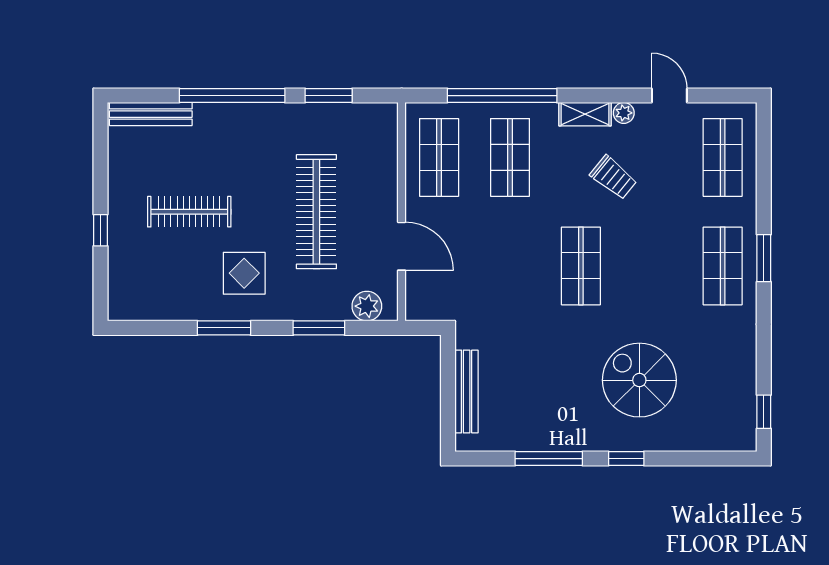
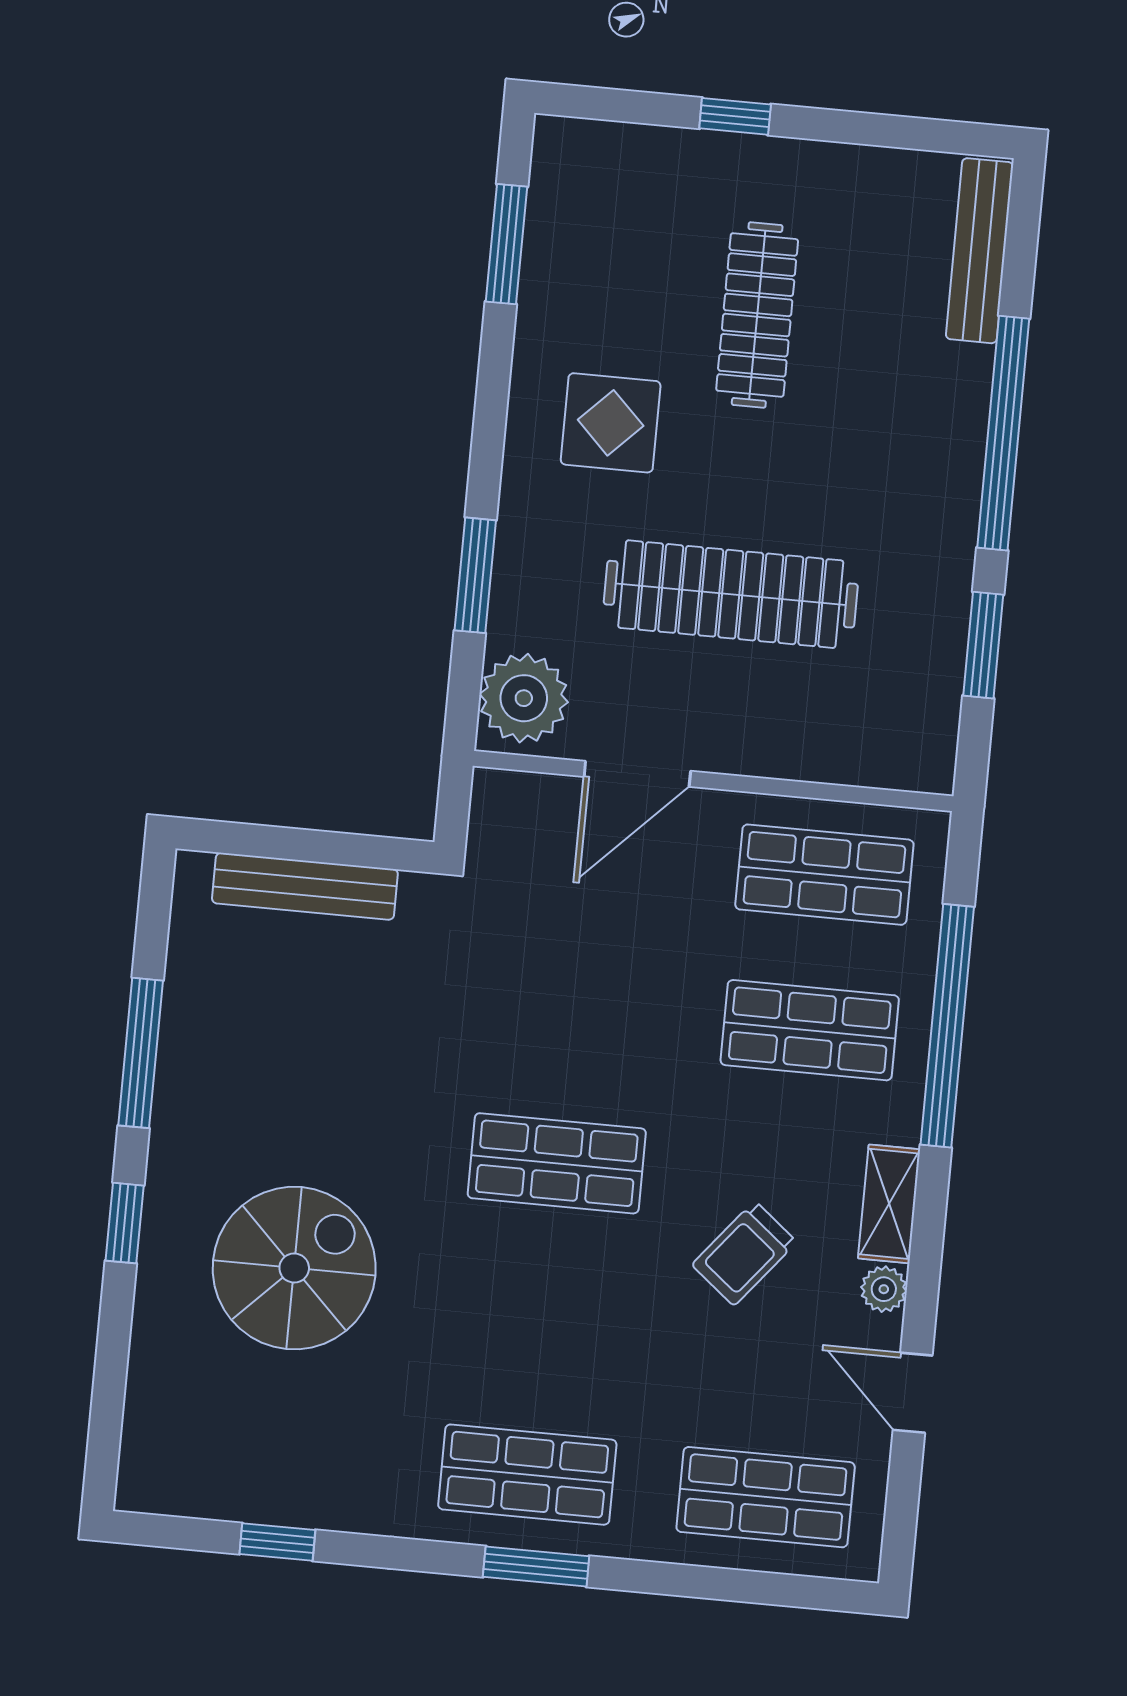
door: (669, 96) -> (913, 1393), swing flipped
plant: (367, 306) -> (524, 698), width x1.36, depth x1.36
window: (224, 328) -> (506, 244), moved
window: (764, 412) -> (277, 1542), moved

